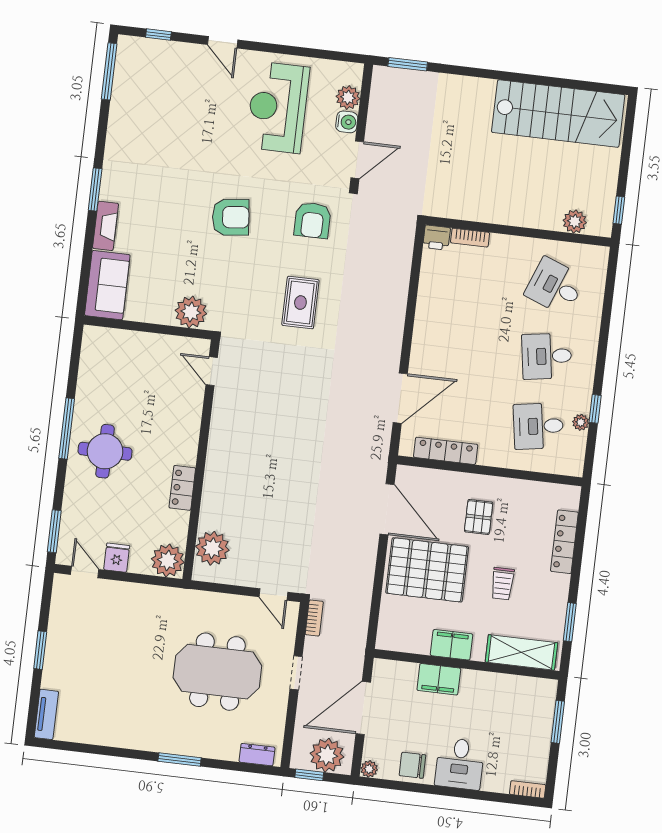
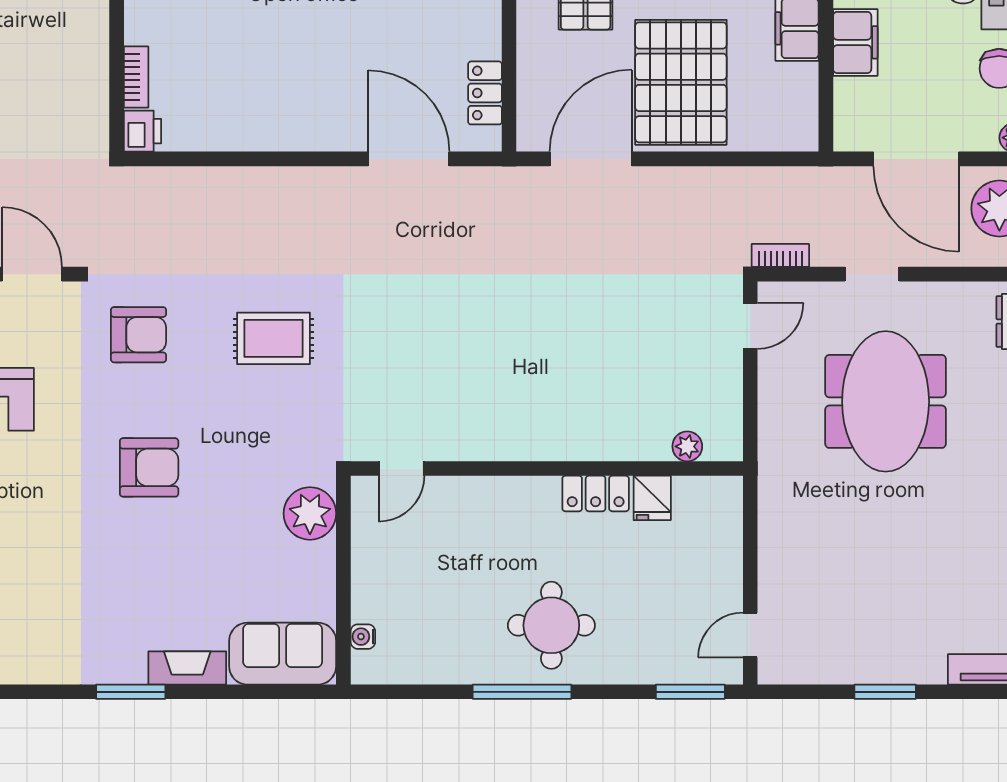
armchair: (231, 217) -> (149, 467), turned 96
water cooler: (112, 335) -> (363, 637), added
locker: (446, 451) -> (485, 93), width x0.66
plant: (212, 548) -> (687, 446), width x0.53, depth x0.53
fridge: (117, 558) -> (652, 498), moved, turned -90
plant: (168, 561) -> (716, 503), removed

